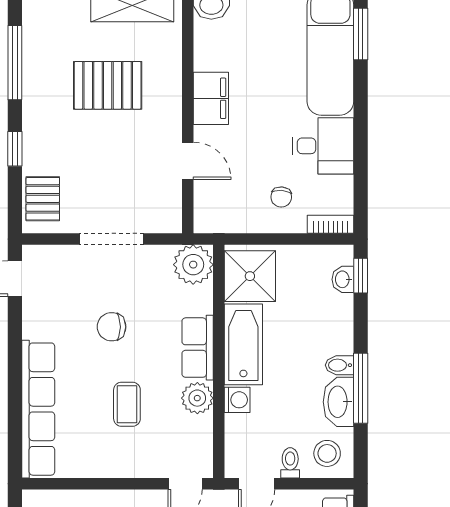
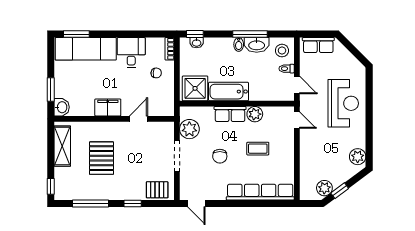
plant: (193, 265) -> (189, 129), moved
washing machine: (237, 400) -> (256, 95), removed

